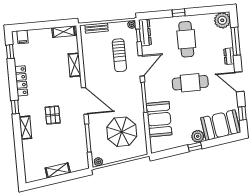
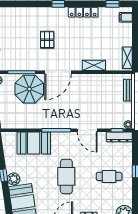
cafe table: (186, 39) -> (109, 176), width x0.73, depth x0.74
sun lounger: (119, 55) -> (99, 110), removed
pallet: (53, 115) -> (47, 40), turned 90
shelving: (25, 128) -> (37, 12), removed
parasol: (122, 132) -> (29, 89), moved

